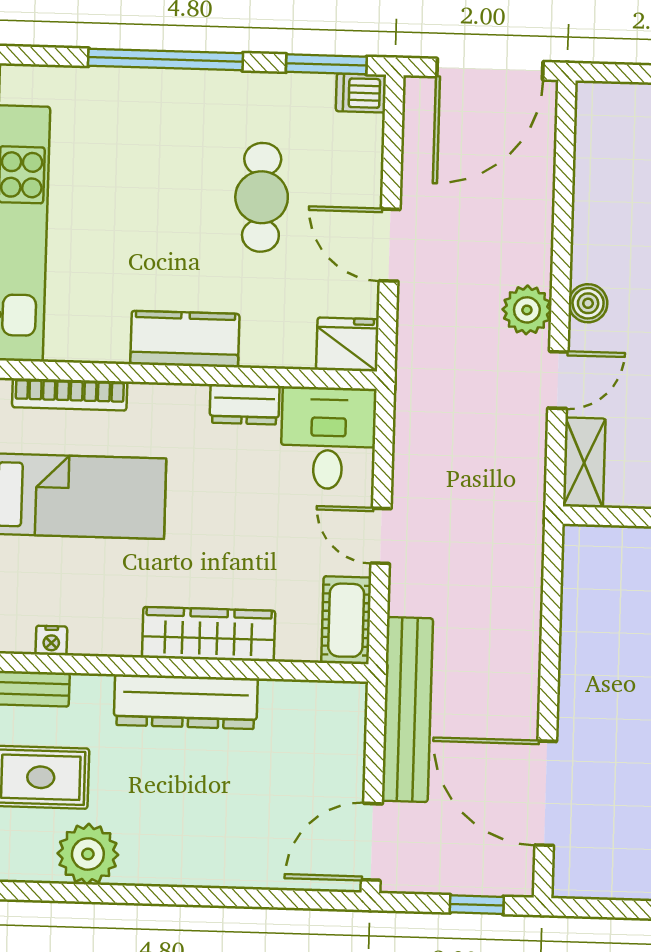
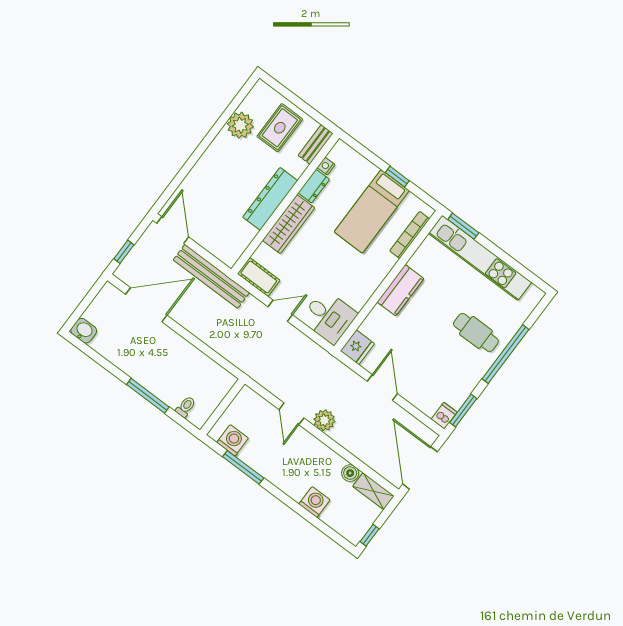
cafe table: (262, 197) -> (476, 332), moved
door: (390, 245) -> (382, 387), hinge flipped
boiler: (588, 303) -> (350, 473), moved
dresser: (245, 404) -> (314, 186), moved, turned 180
shelving: (584, 463) -> (373, 491), moved

